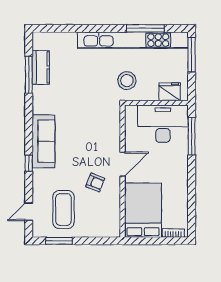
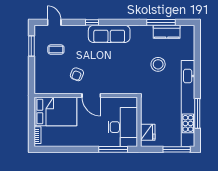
stool: (127, 81) -> (158, 64), moved
coffee table: (63, 210) -> (56, 50), width x0.54, depth x0.58

